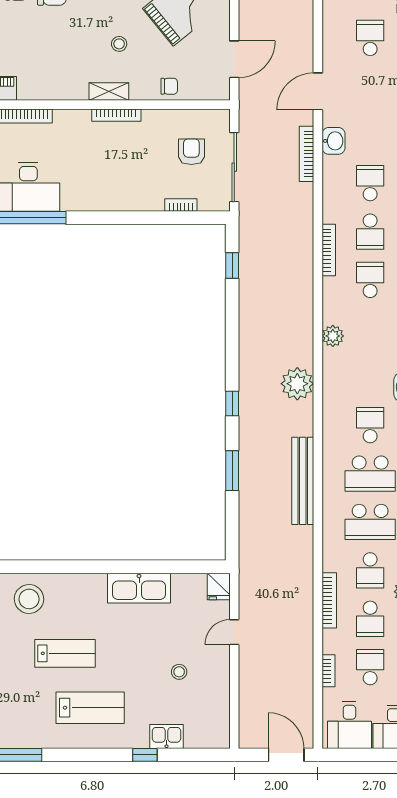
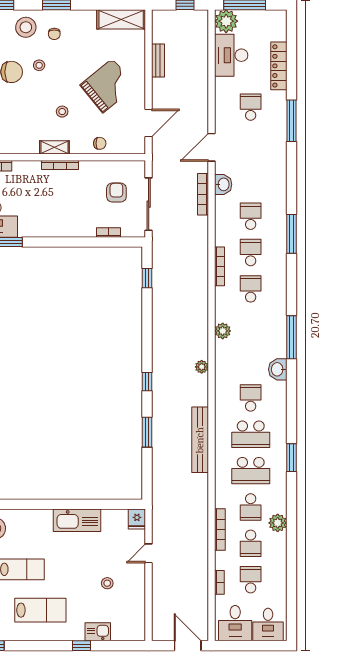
school desk: (370, 232) -> (251, 253), turned 180
plant: (297, 384) -> (202, 367), width x0.53, depth x0.53

